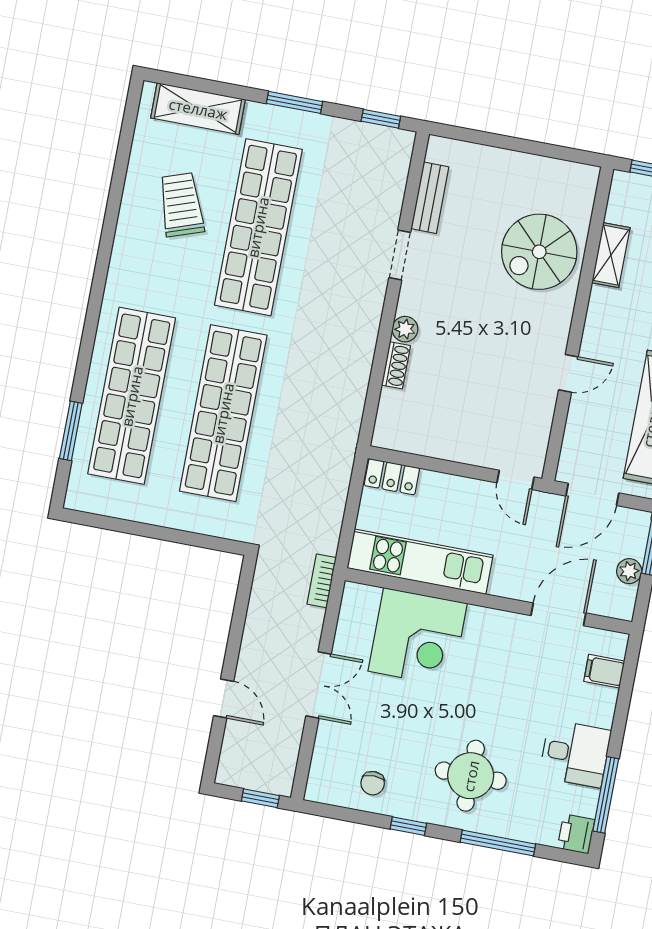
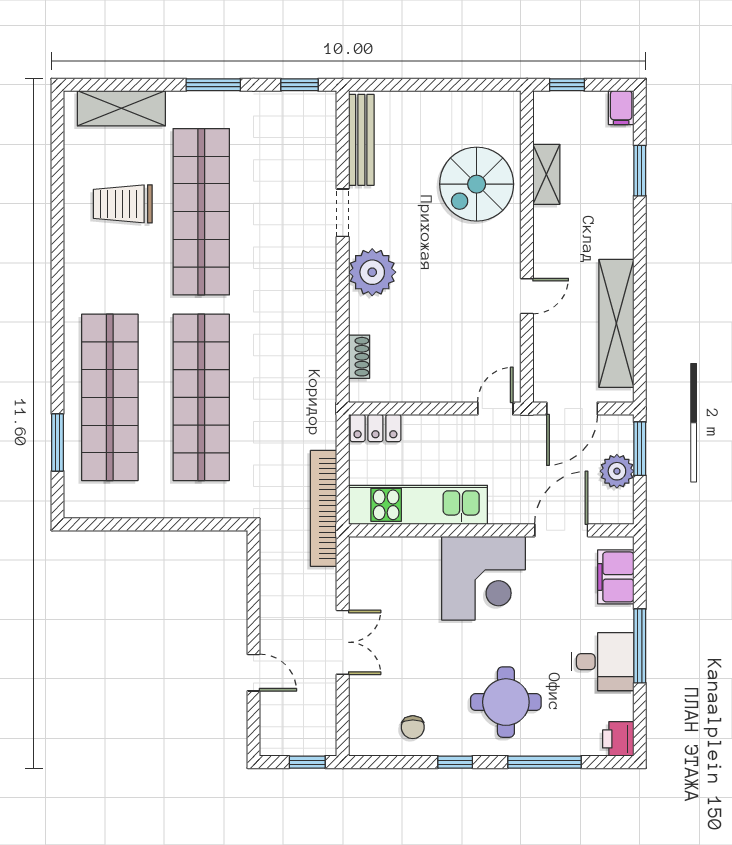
bench: (430, 198) -> (361, 140), width x1.36
trolley: (181, 205) -> (123, 204), turned -71
plant: (405, 329) -> (372, 272), width x1.87, depth x1.87
shoe rack: (396, 365) -> (359, 357), moved
door: (516, 480) -> (495, 409), swing flipped
plant: (629, 571) -> (617, 471), width x1.38, depth x1.38
bookcase: (322, 581) -> (324, 508), width x2.31, depth x1.31
corner desk: (418, 637) -> (483, 578), moved
filing cabinet: (604, 671) -> (616, 577), width x2.00
window: (606, 795) -> (640, 646), moved

